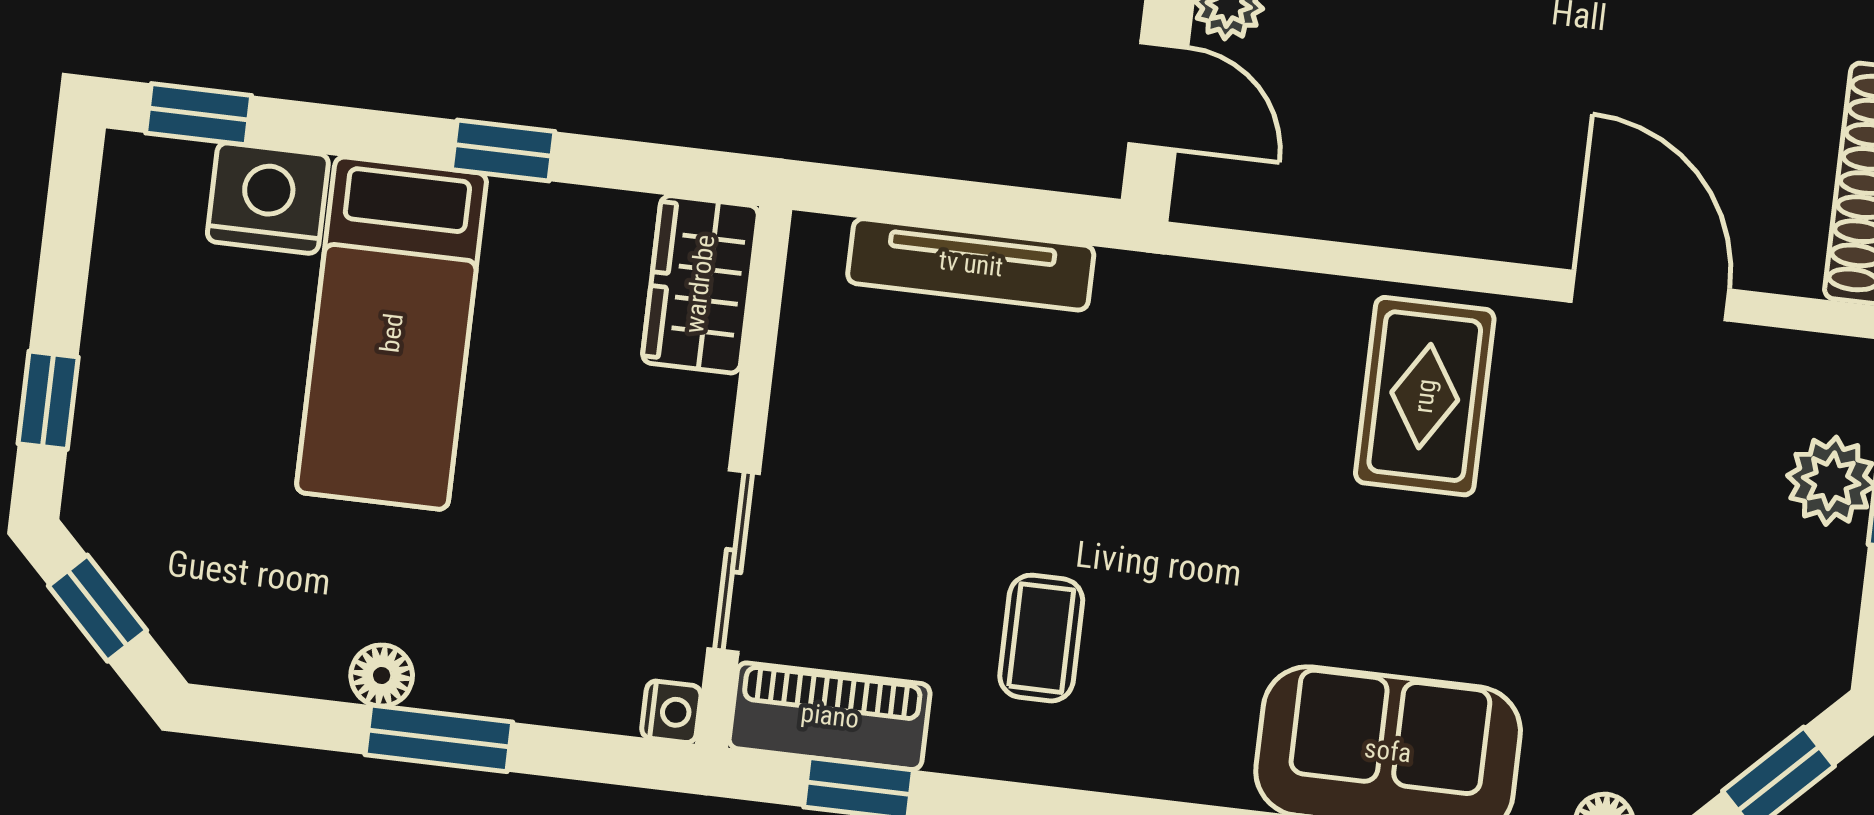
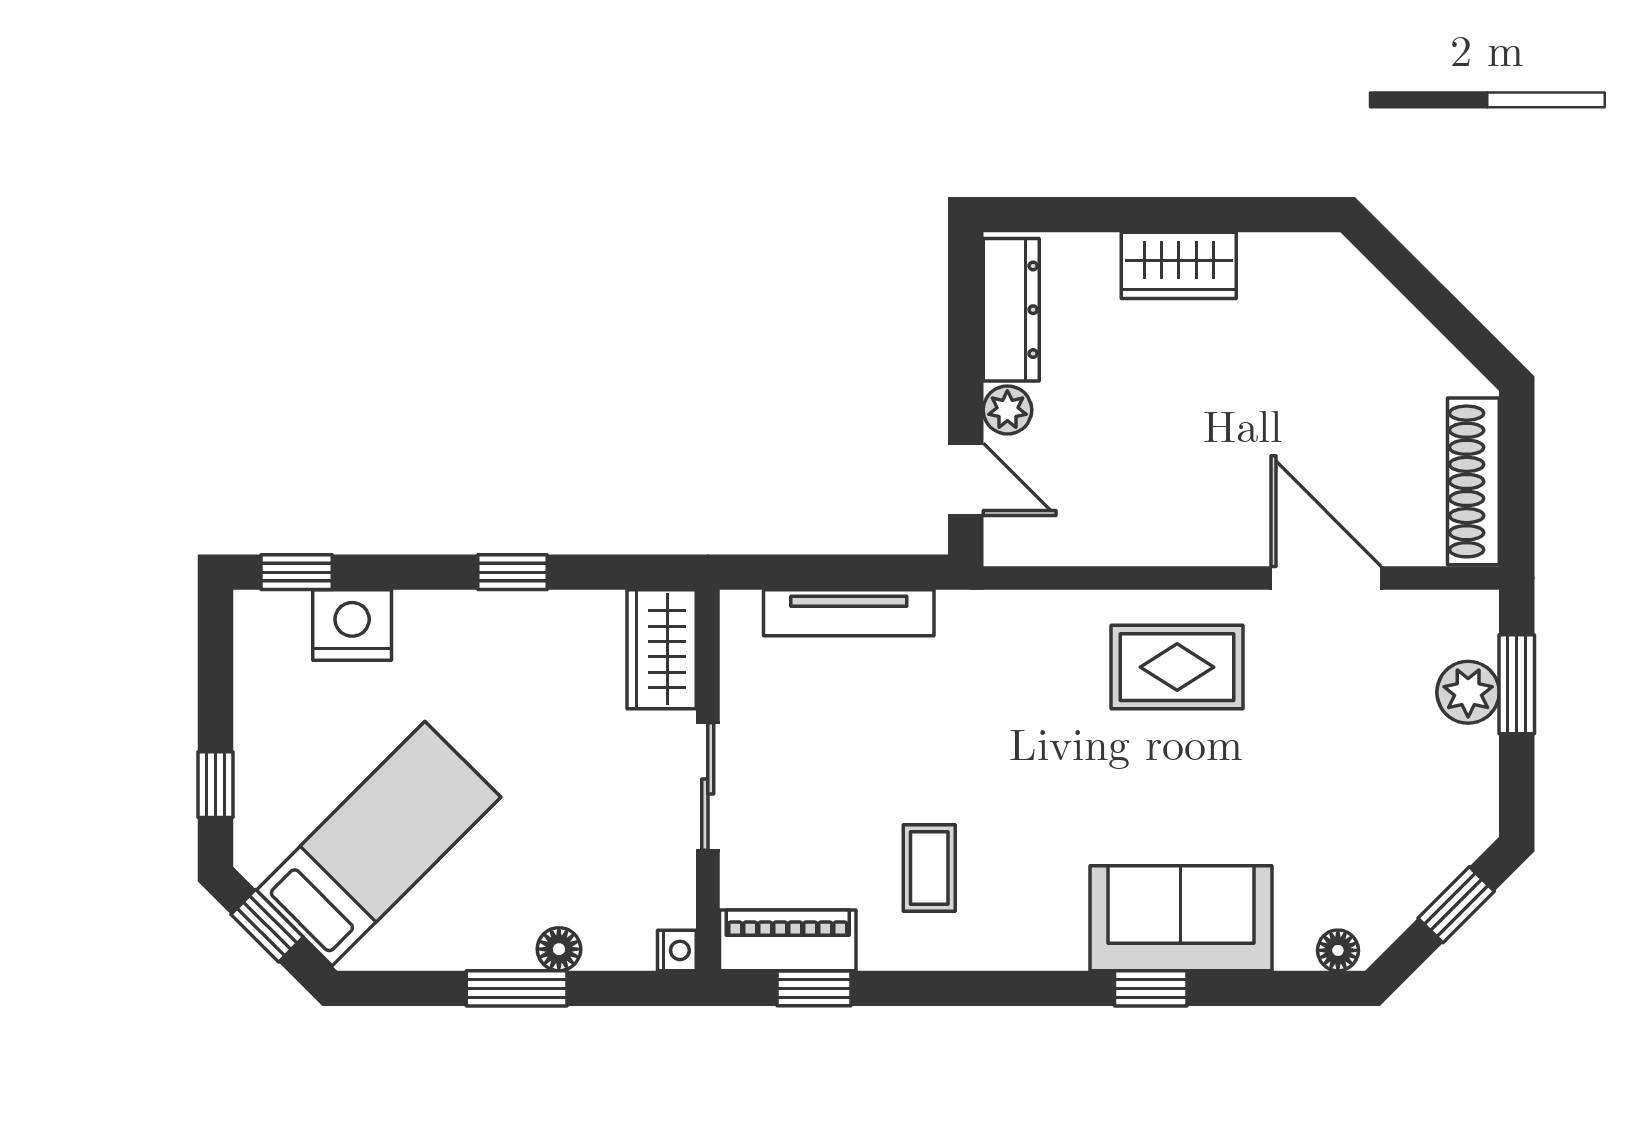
bed: (392, 333) -> (379, 844), moved, turned -135
rug: (1425, 396) -> (1177, 667), turned 90
sliding door: (734, 561) -> (708, 786), moved
floor lamp: (382, 676) -> (559, 949), moved

